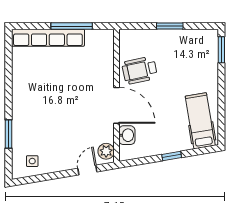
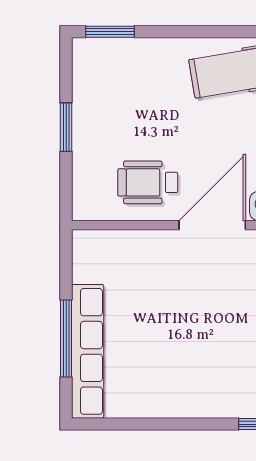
window: (72, 26) -> (66, 338), moved
wheelchair: (140, 70) -> (148, 182), turned 102

